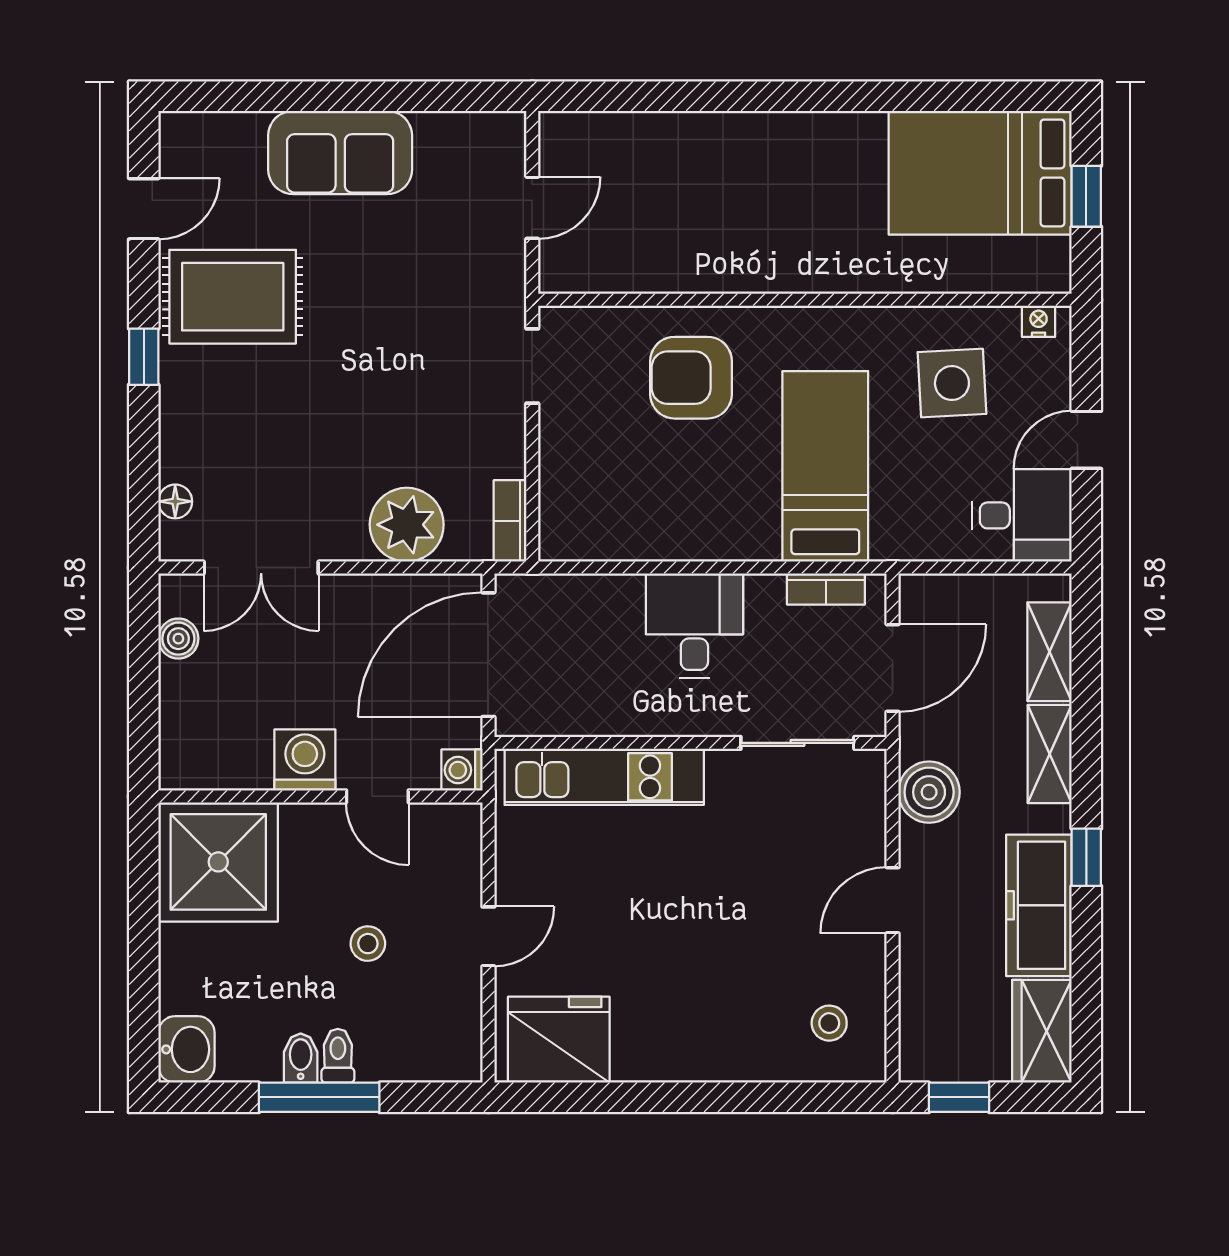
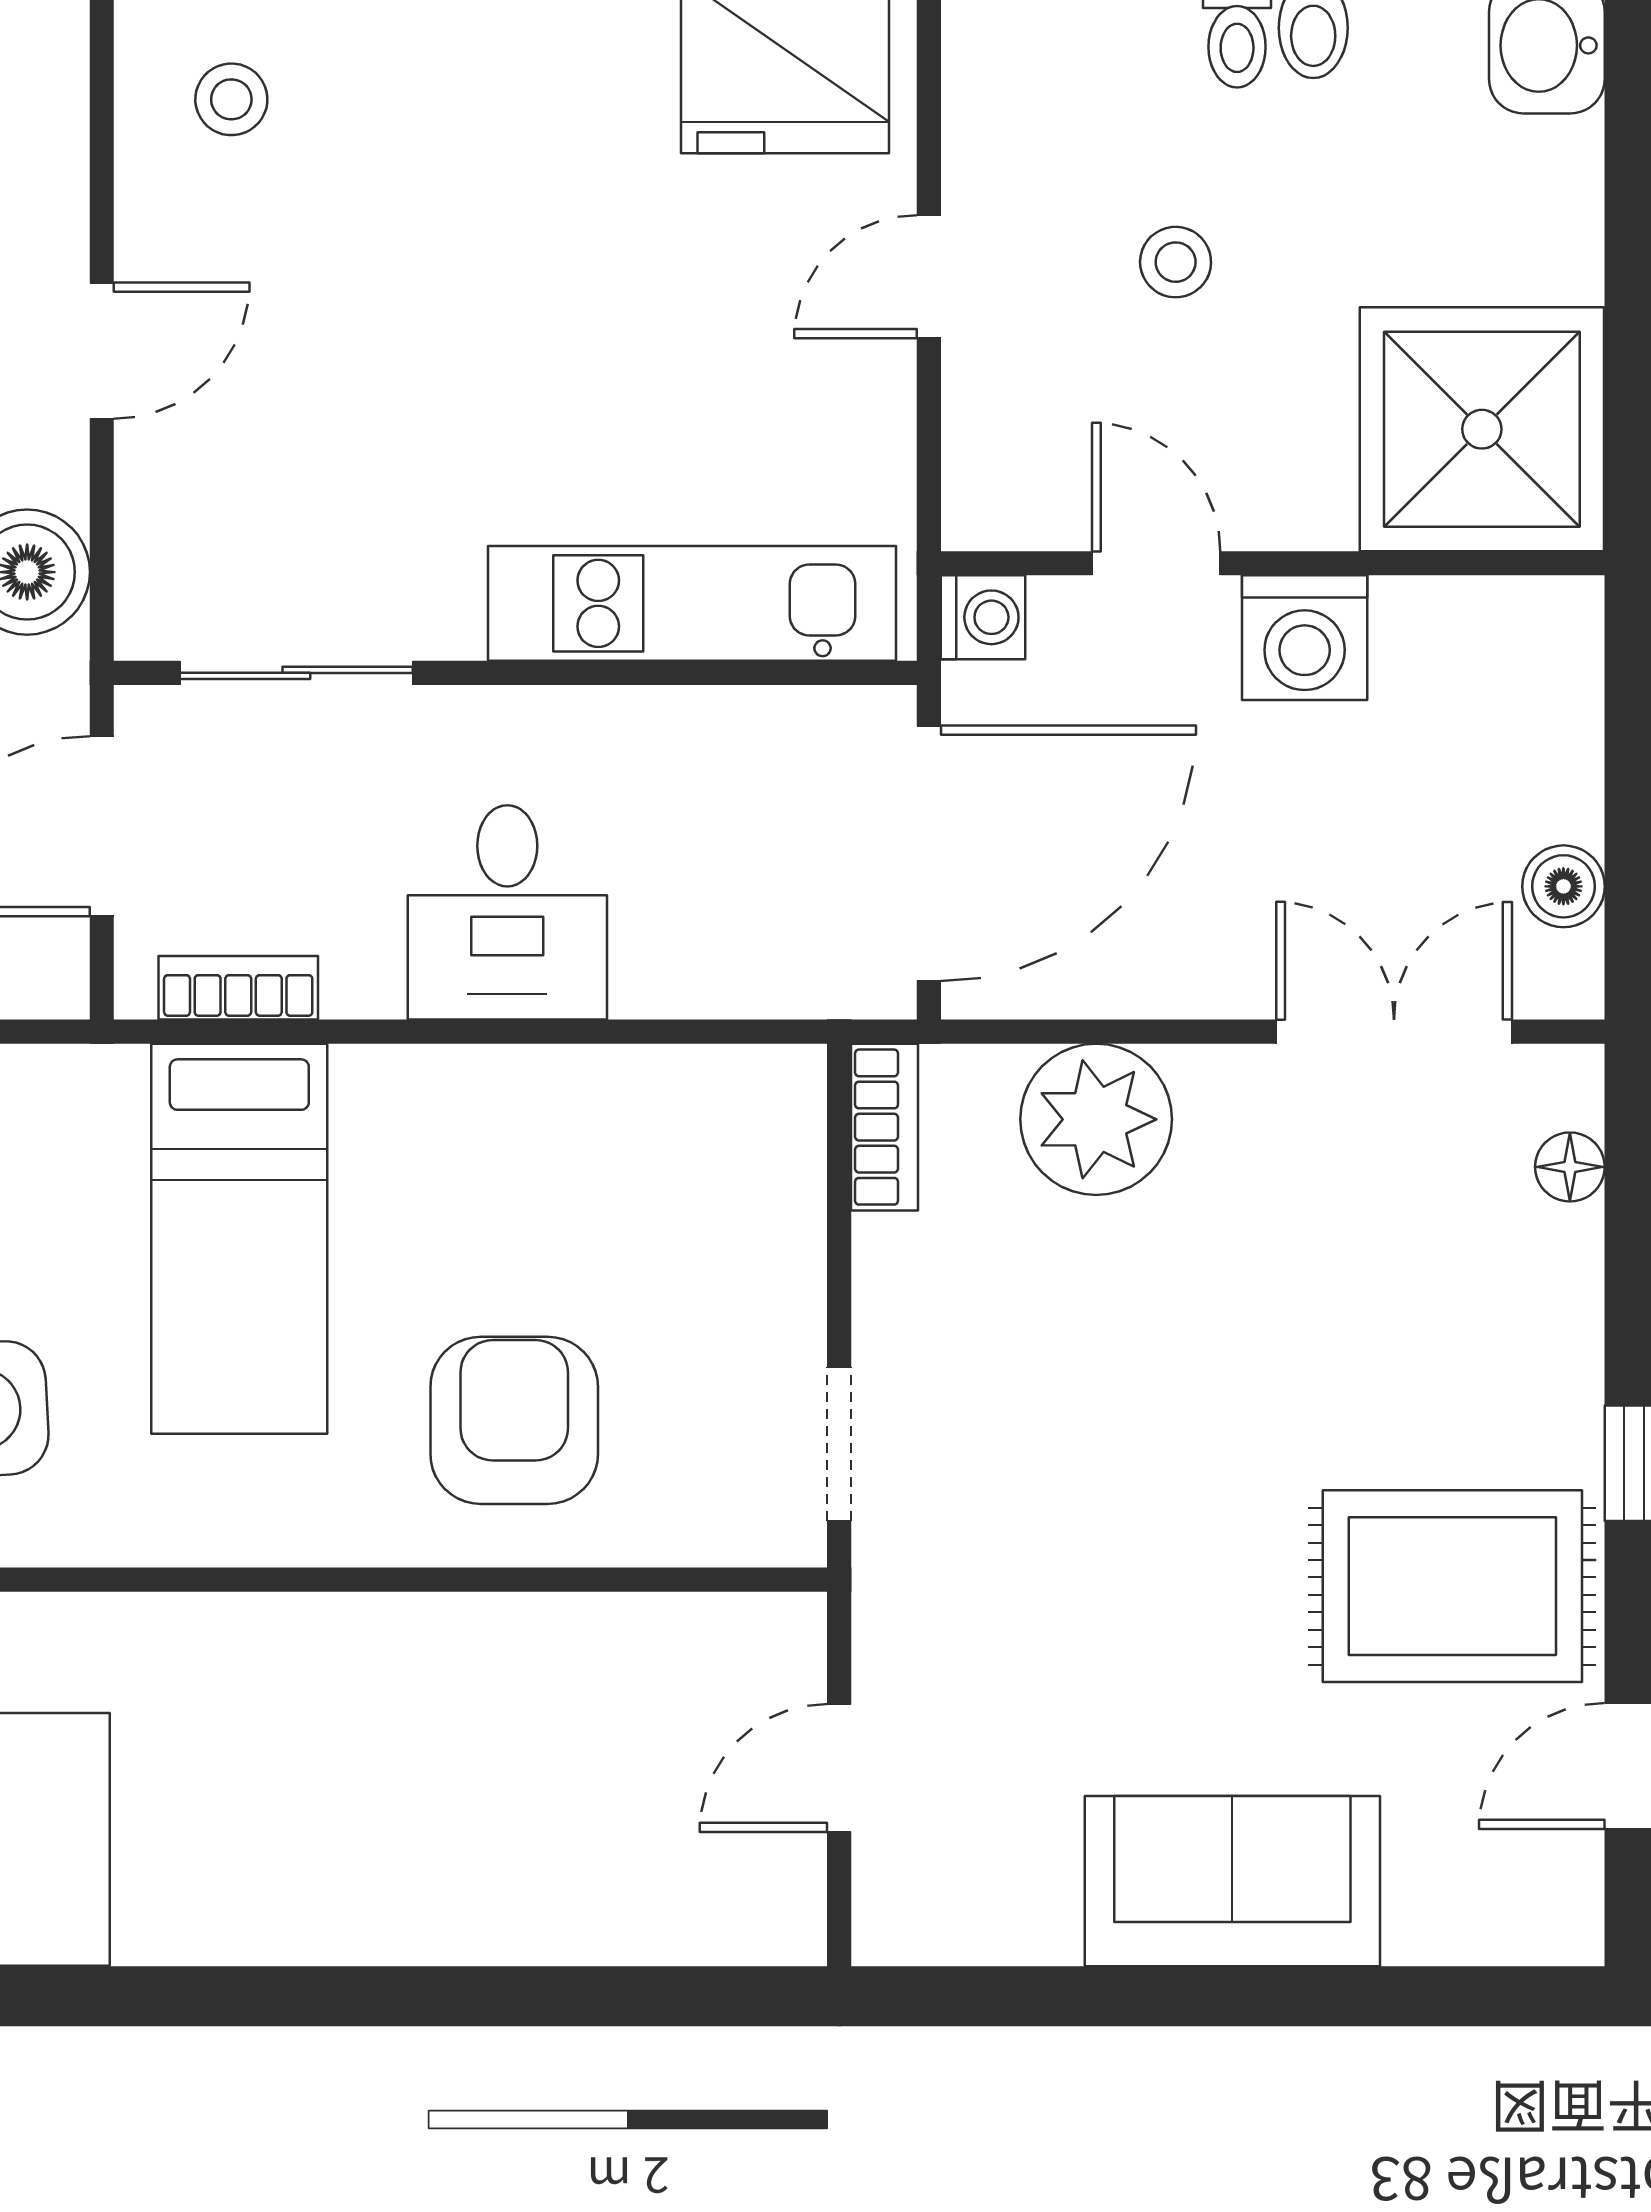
armchair: (691, 378) -> (514, 1420), turned -90

